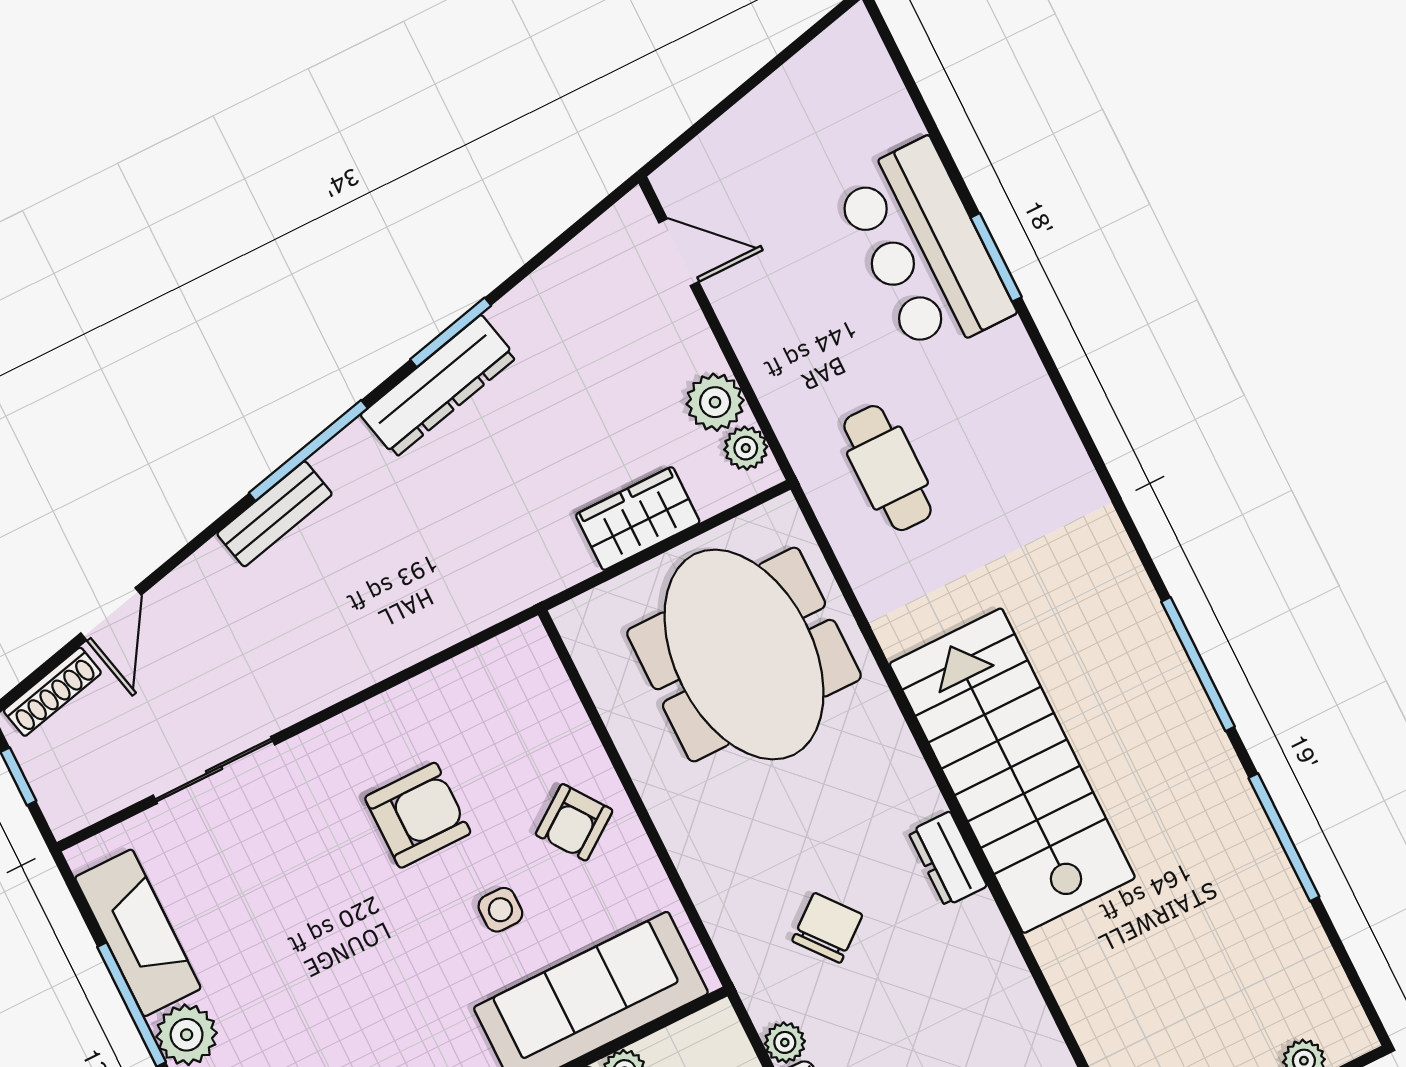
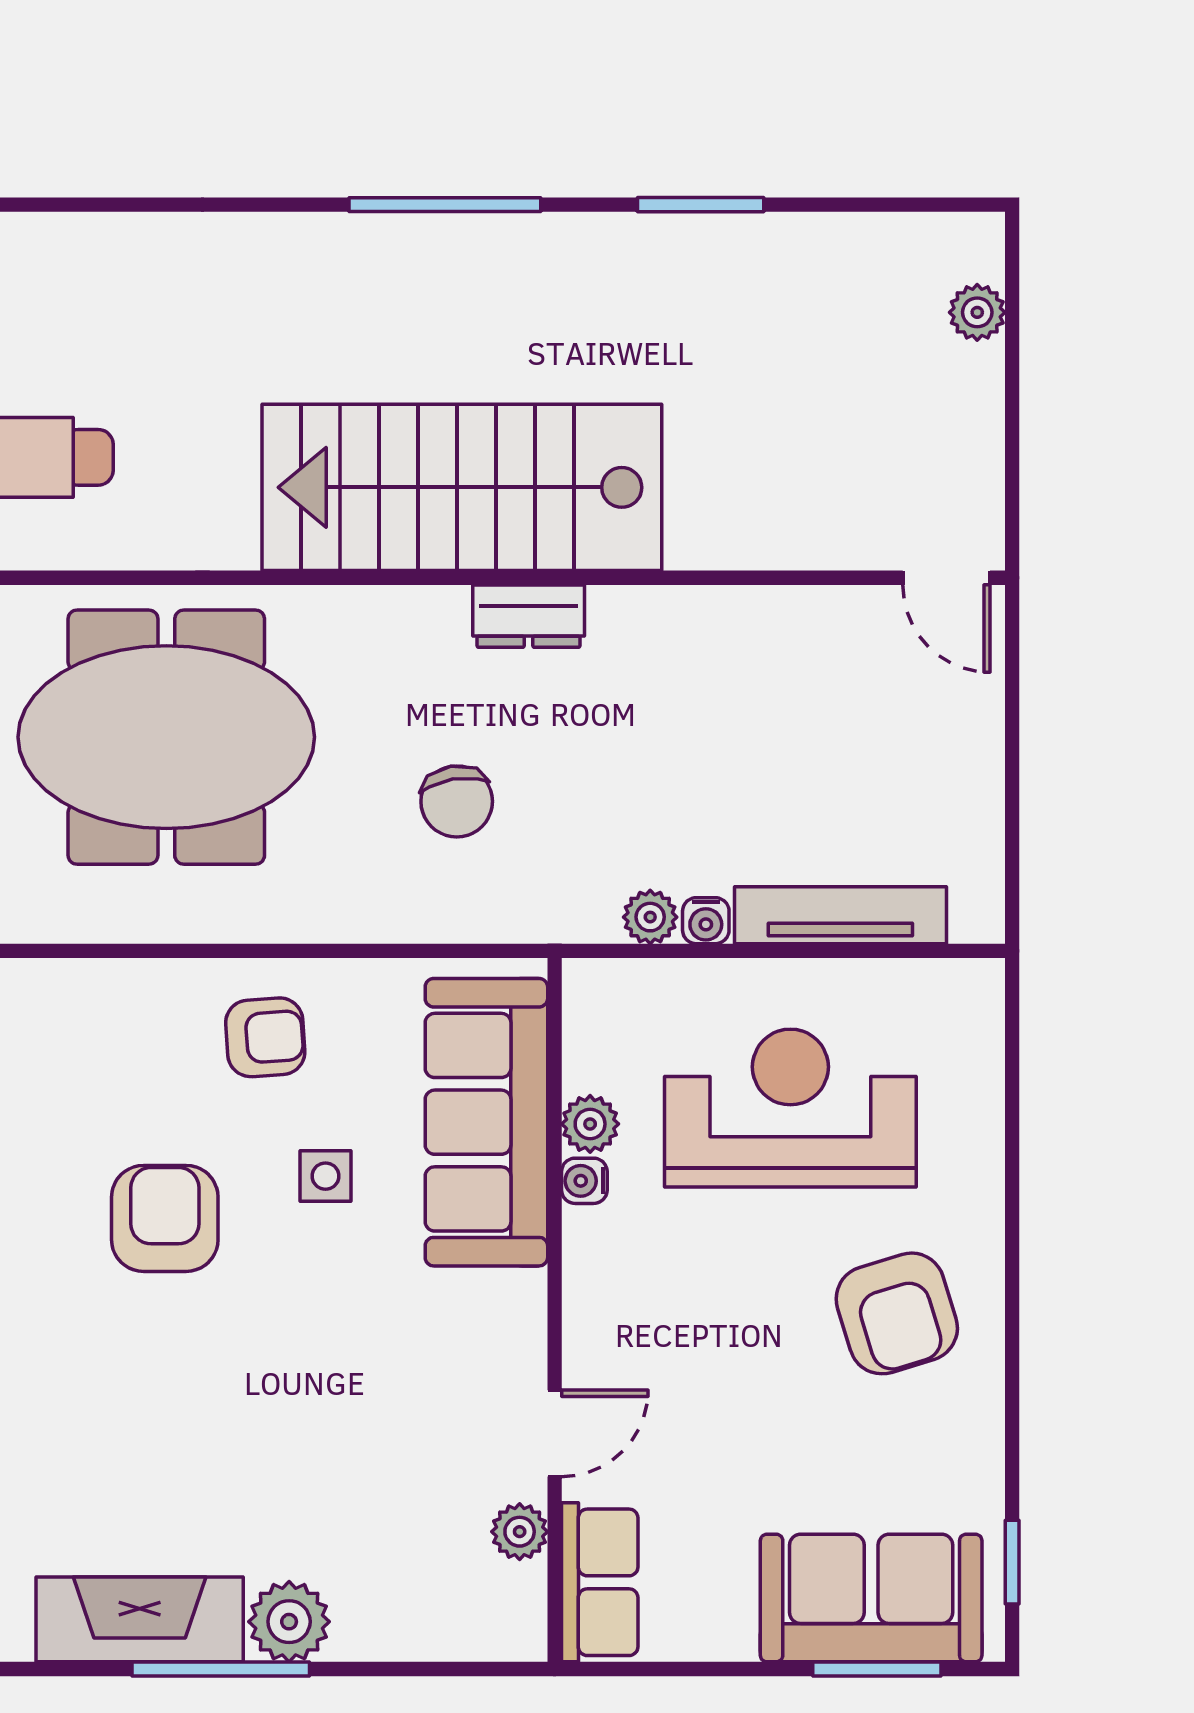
armchair: (574, 822) -> (265, 1037), turned -58
window: (1284, 837) -> (701, 205), width x0.69
chair: (827, 928) -> (457, 801), moved, turned -150

